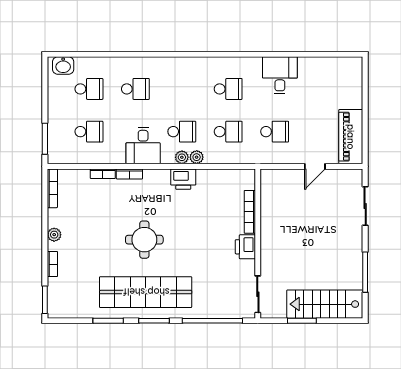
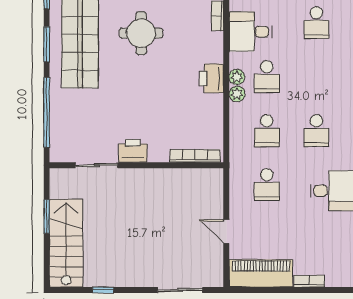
bookcase: (357, 95) -> (309, 281), added
bookcase: (250, 212) -> (195, 156), moved
window: (365, 272) -> (103, 290), width x0.46
sliding door: (258, 294) -> (97, 165), moved

